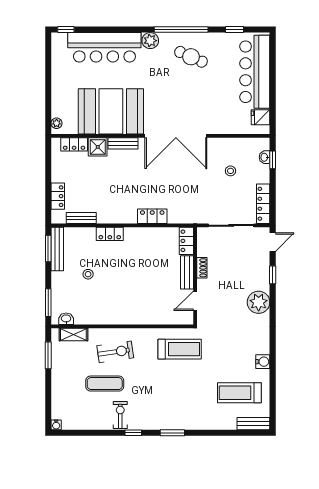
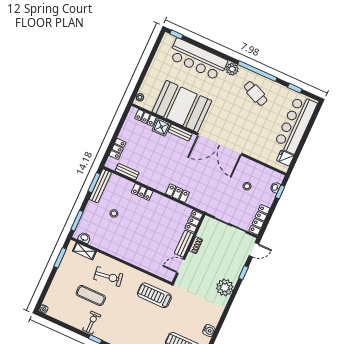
treadmill: (180, 349) -> (154, 295), turned 180

